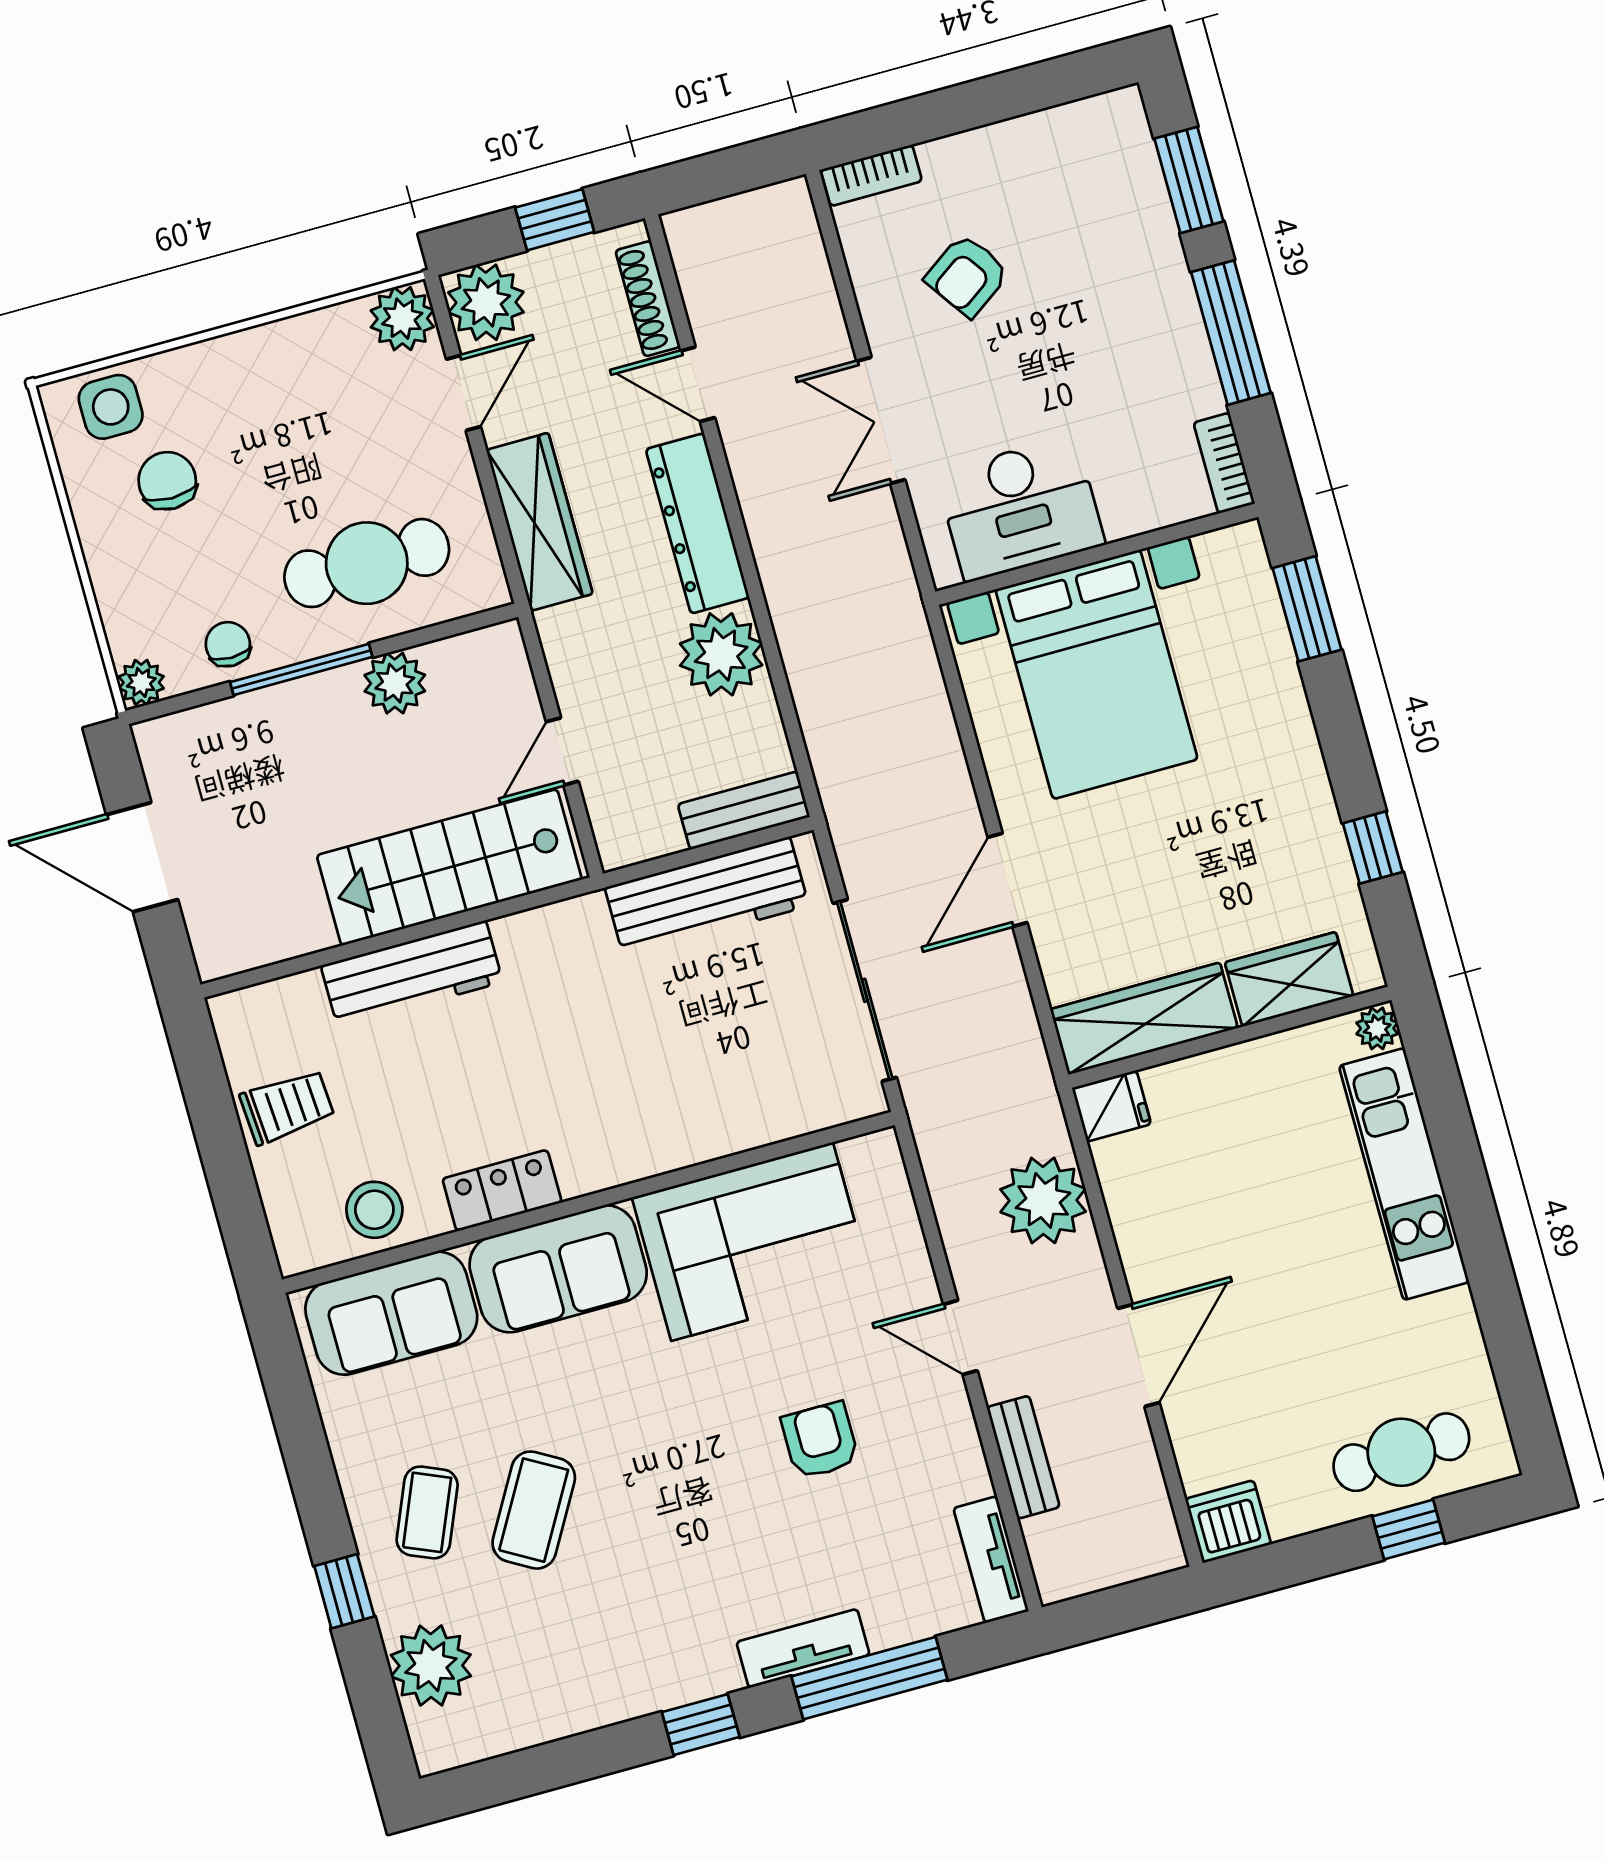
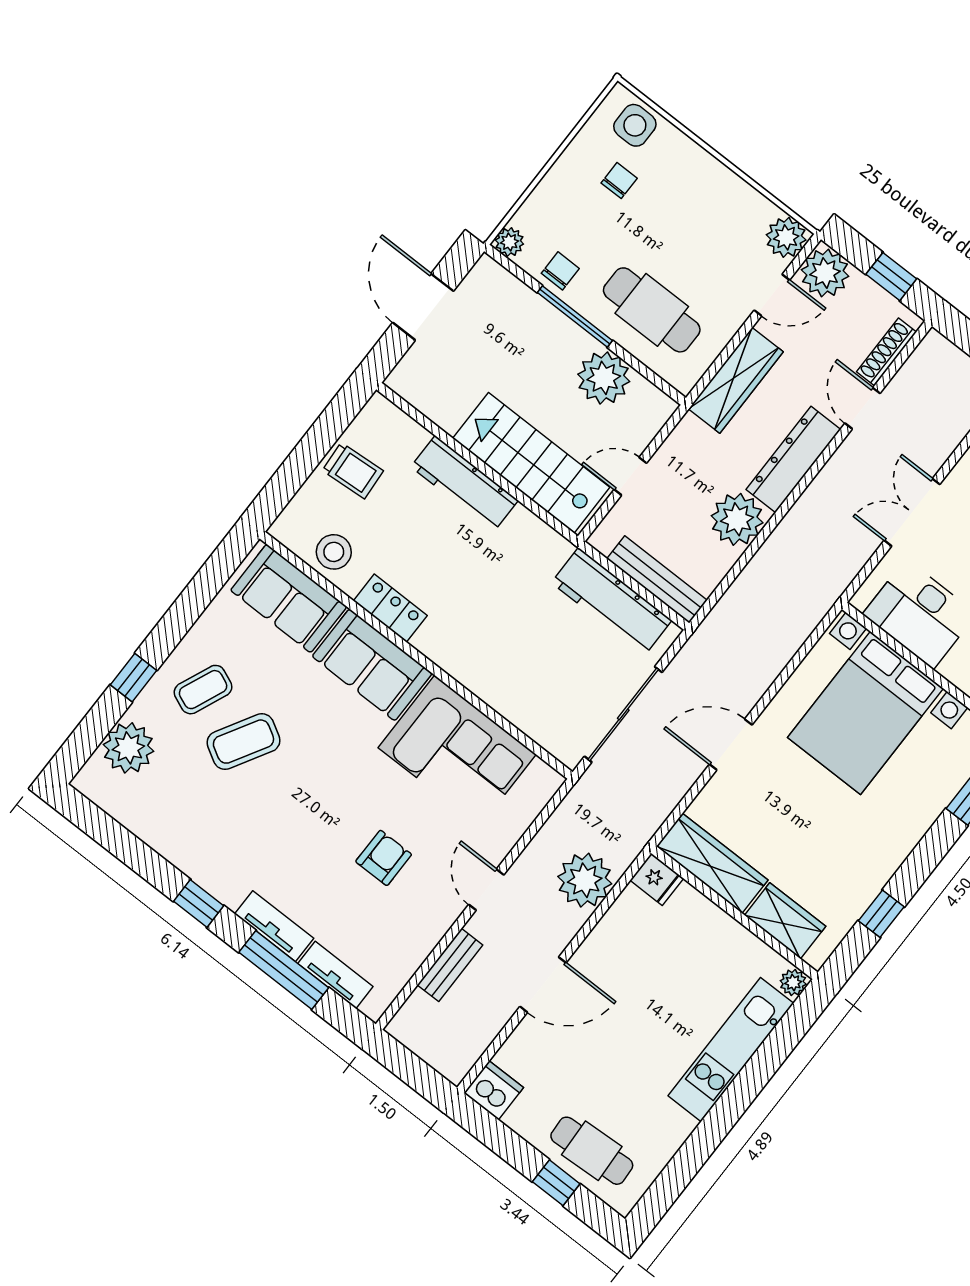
chair: (167, 481) -> (619, 181), width x0.73, depth x0.73
plant: (395, 683) -> (604, 378), width x1.36, depth x1.36
bench: (744, 810) -> (657, 579), width x1.36
tv unit: (991, 1560) -> (335, 975), moved, turned 90

